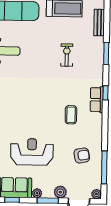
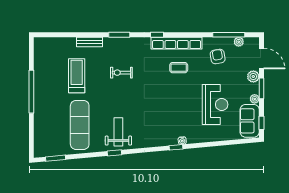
row of seats: (97, 100) -> (177, 43), width x2.02
reception desk: (32, 152) -> (215, 105), turned 180
plant: (96, 194) -> (239, 42), moved

